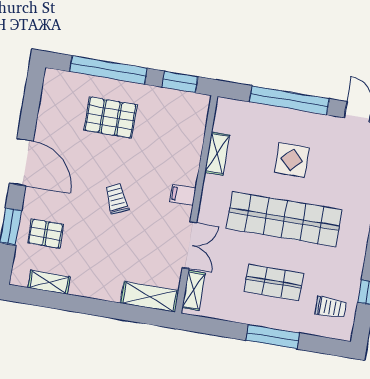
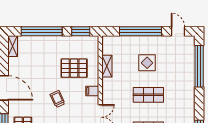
shelving: (51, 88) -> (13, 46), added
pallet: (110, 117) -> (74, 68), moved
shop shelf: (284, 219) -> (148, 95), width x0.50, depth x0.74

